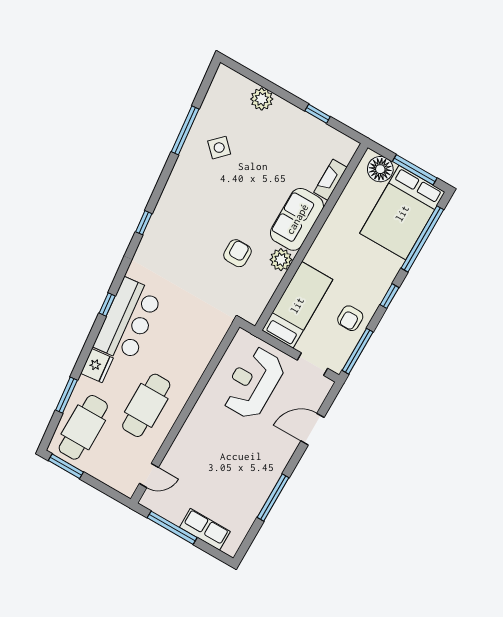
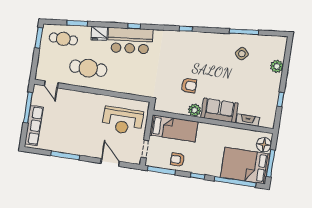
reception desk: (253, 383) -> (123, 121), turned 180
cafe table: (83, 427) -> (63, 39), width x0.73, depth x0.74
row of seats: (205, 529) -> (34, 125), width x1.48

